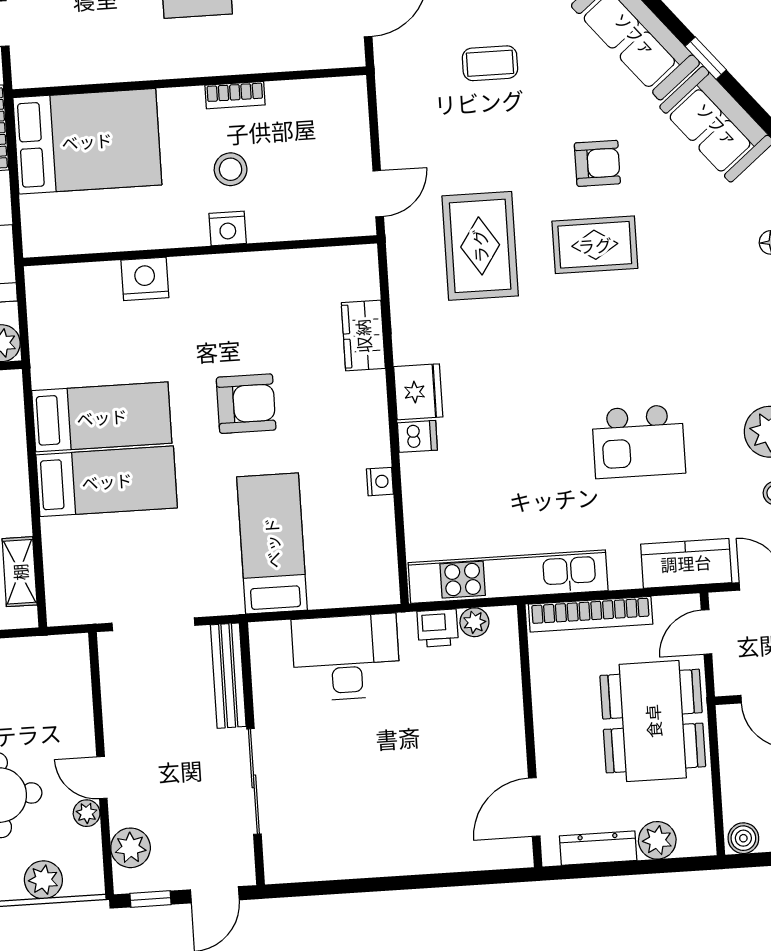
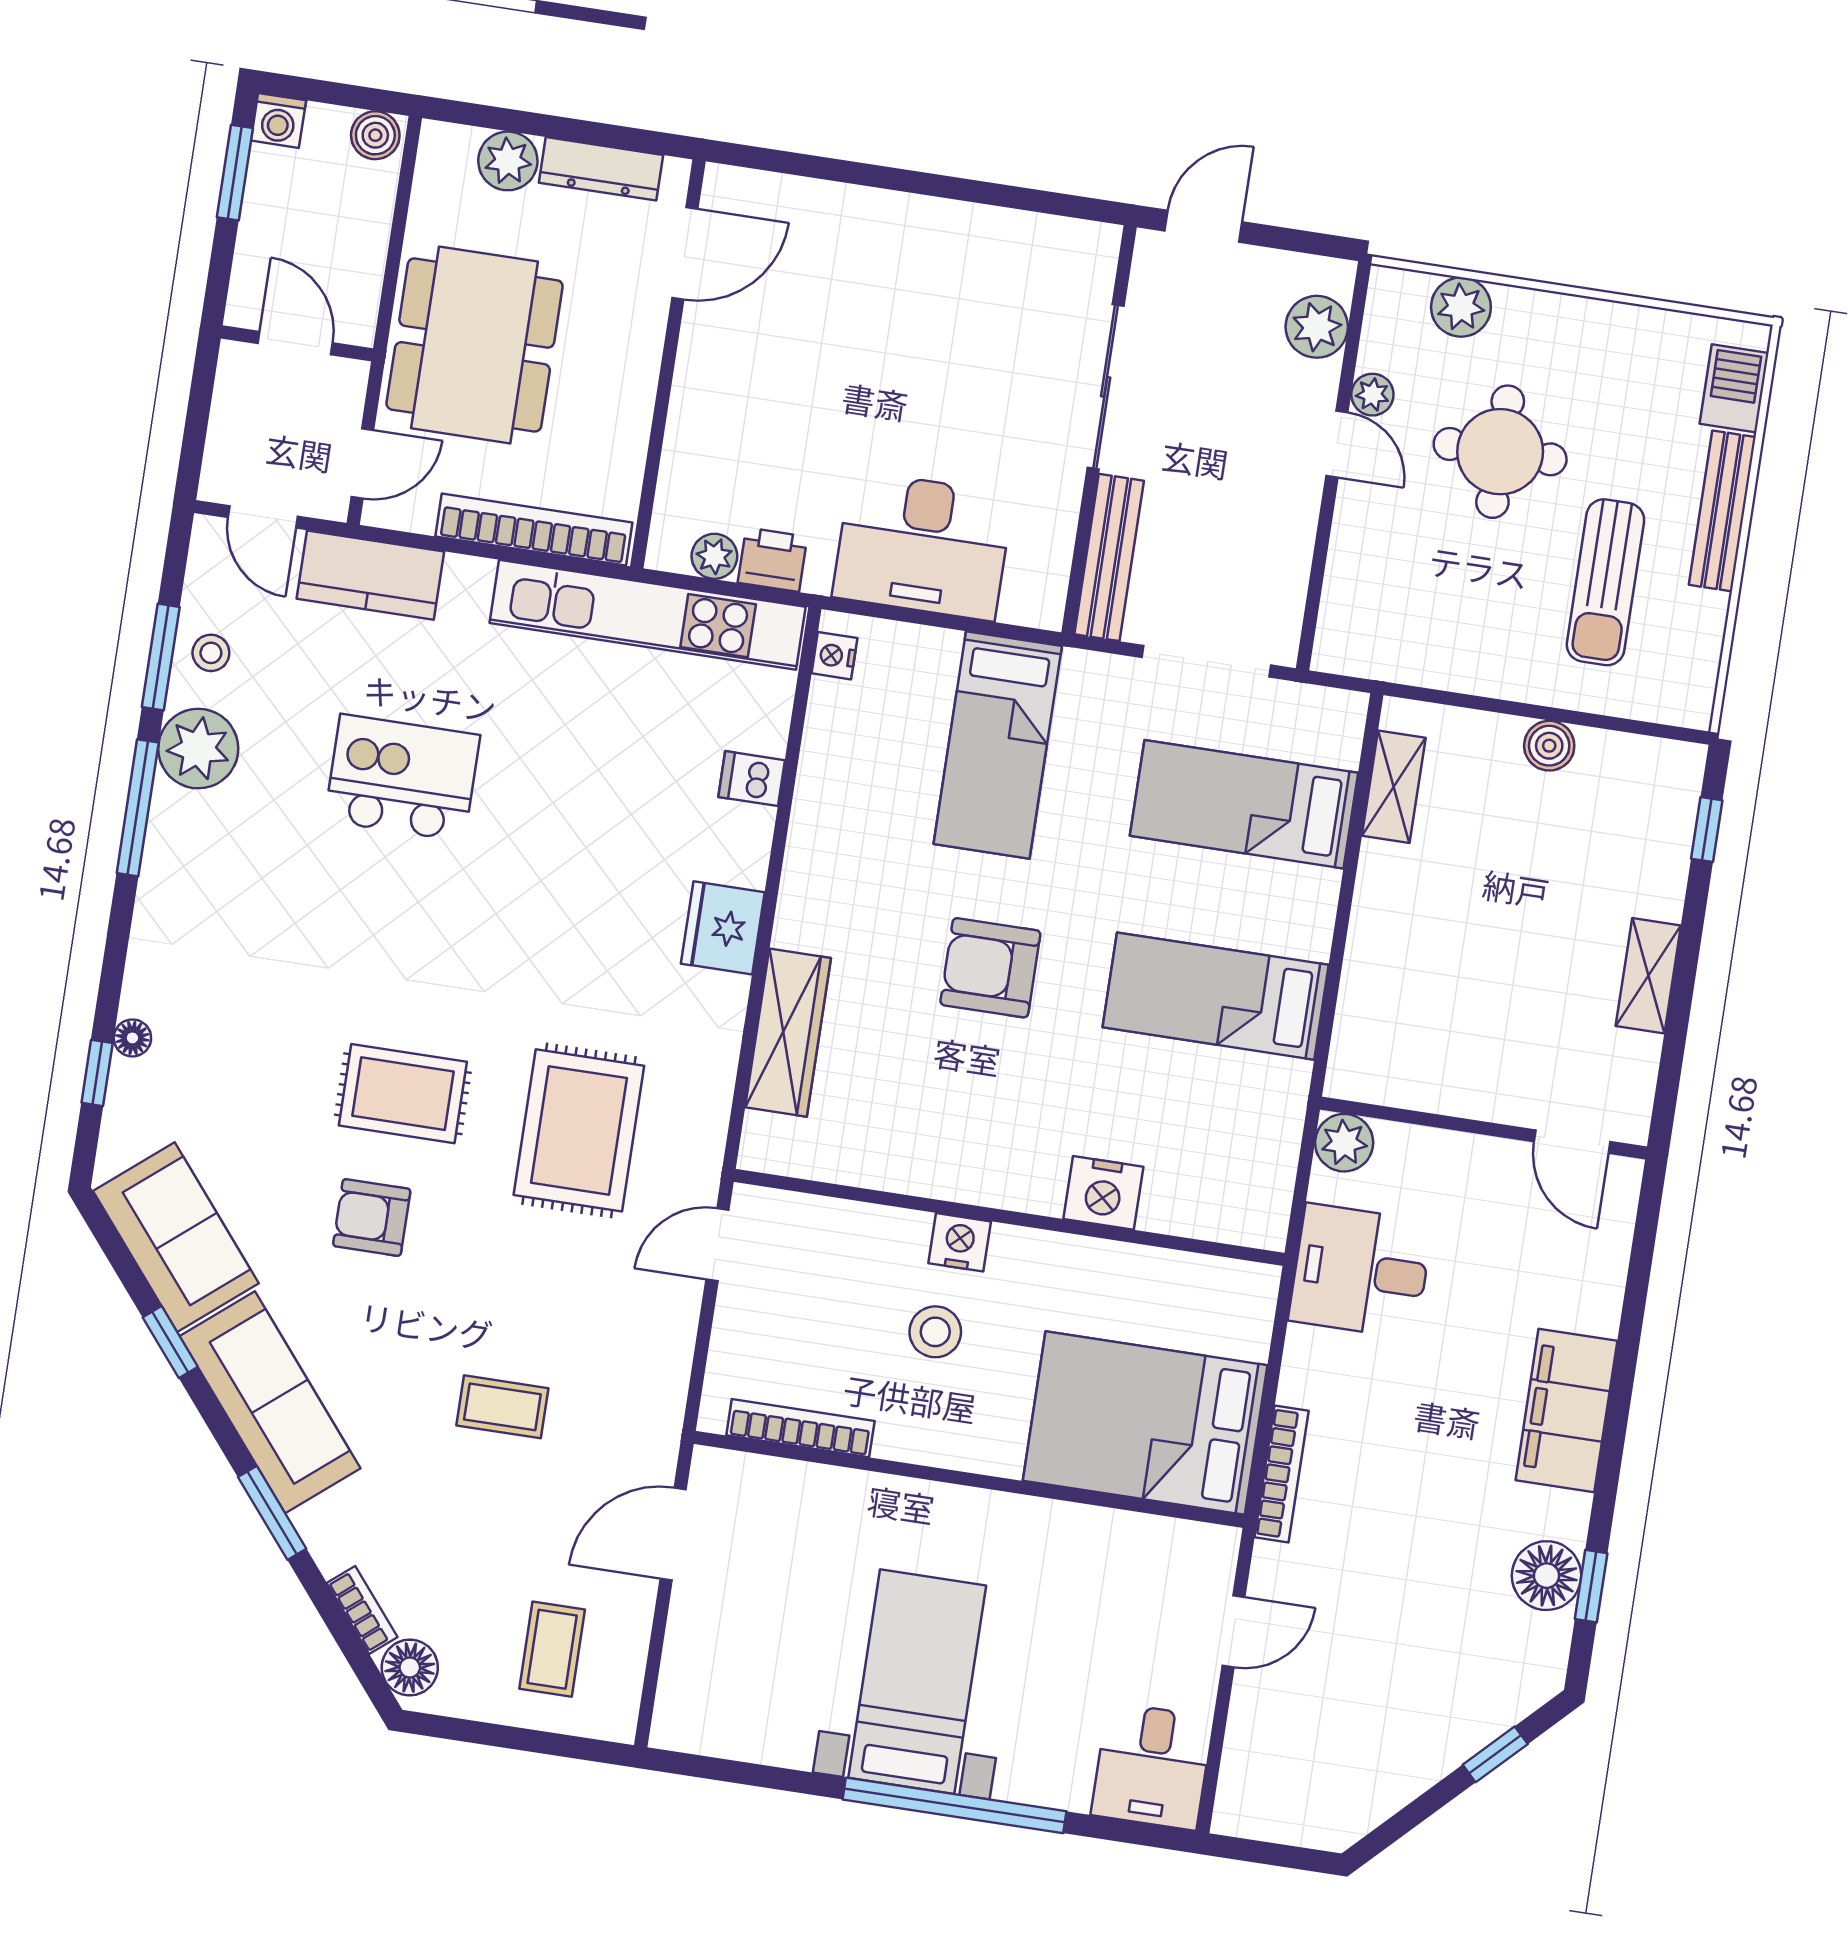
bookcase: (235, 95) -> (800, 1428), moved, width x1.56
wardrobe: (363, 336) -> (788, 1033), width x1.50
dishwasher: (417, 436) -> (752, 779), moved
bed: (107, 481) -> (1244, 804), moved
nightstand: (380, 482) -> (834, 656), moved
window: (150, 899) -> (1303, 242), removed

